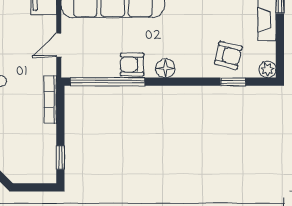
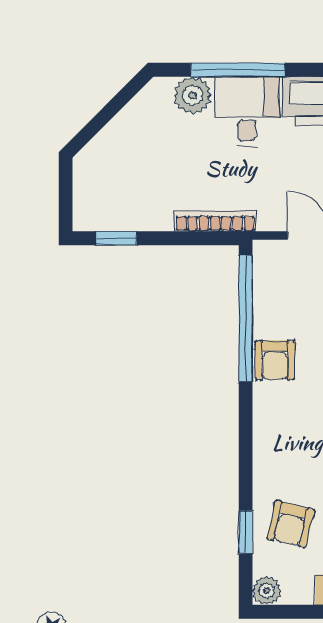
armchair: (132, 64) -> (275, 360), turned 180
floor lamp: (165, 68) -> (269, 417), removed

